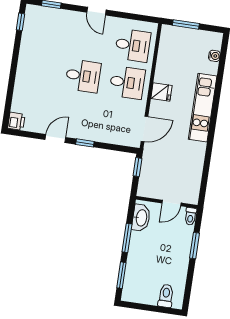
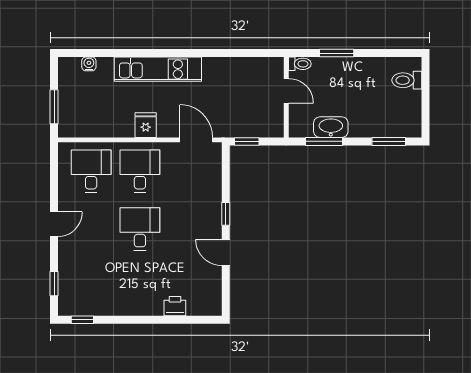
printer: (16, 121) -> (175, 306), moved
washbasin: (141, 218) -> (331, 127), moved
window: (127, 238) -> (324, 141), moved

